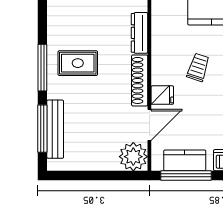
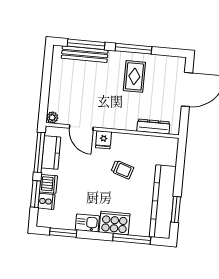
shoe rack: (140, 80) -> (116, 123), removed
plant: (133, 157) -> (52, 117), width x0.53, depth x0.53

